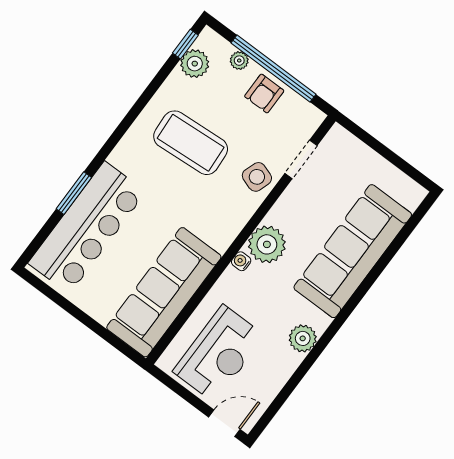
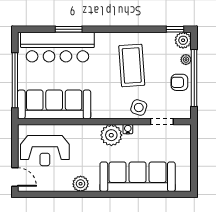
plant: (195, 64) -> (183, 40), moved
water cooler: (241, 261) -> (128, 129), moved
window: (89, 322) -> (15, 80), added

